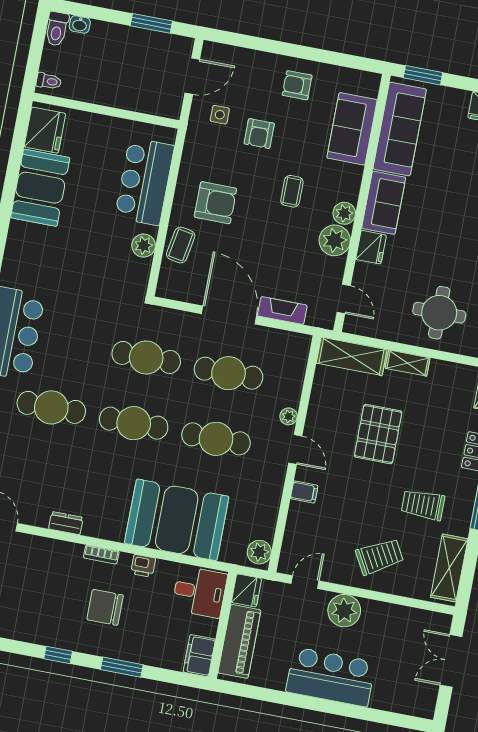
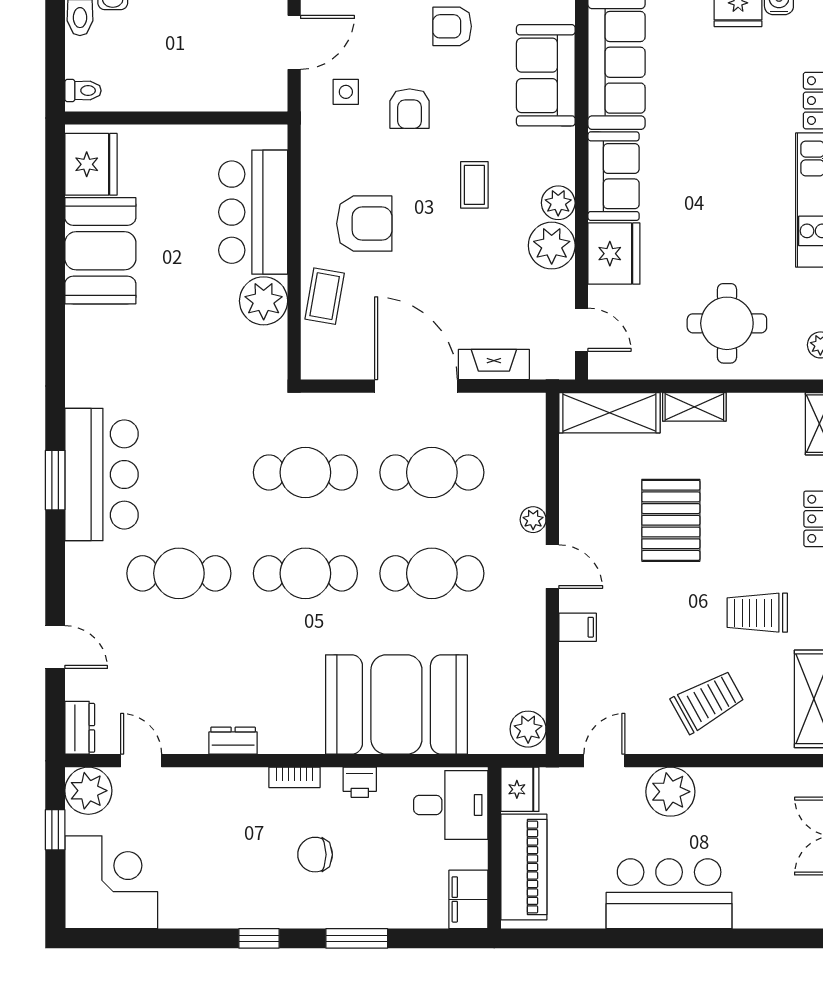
plant: (144, 246) -> (264, 301), width x1.36, depth x1.36
fridge: (371, 247) -> (614, 254), width x1.36, depth x1.34
chair: (105, 607) -> (315, 855), width x0.73, depth x0.73

